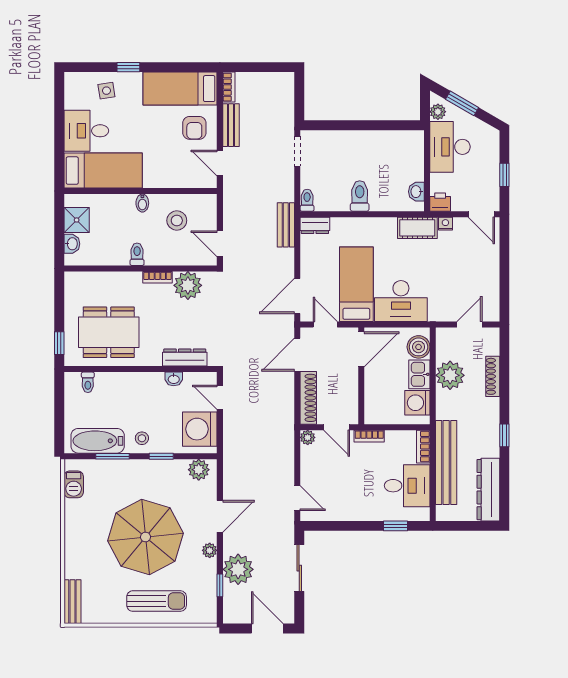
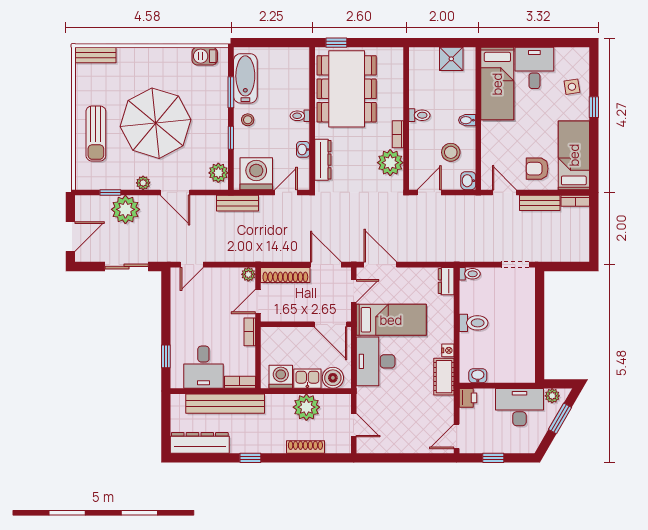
door: (220, 163) -> (504, 192), hinge flipped
nightstand: (445, 224) -> (448, 350), moved
bench: (286, 225) -> (237, 203), moved
washbasin: (72, 244) -> (468, 181), moved, turned 90
dining table: (109, 332) -> (347, 89), width x1.36, depth x1.24
toilet: (88, 382) -> (300, 116), moved

